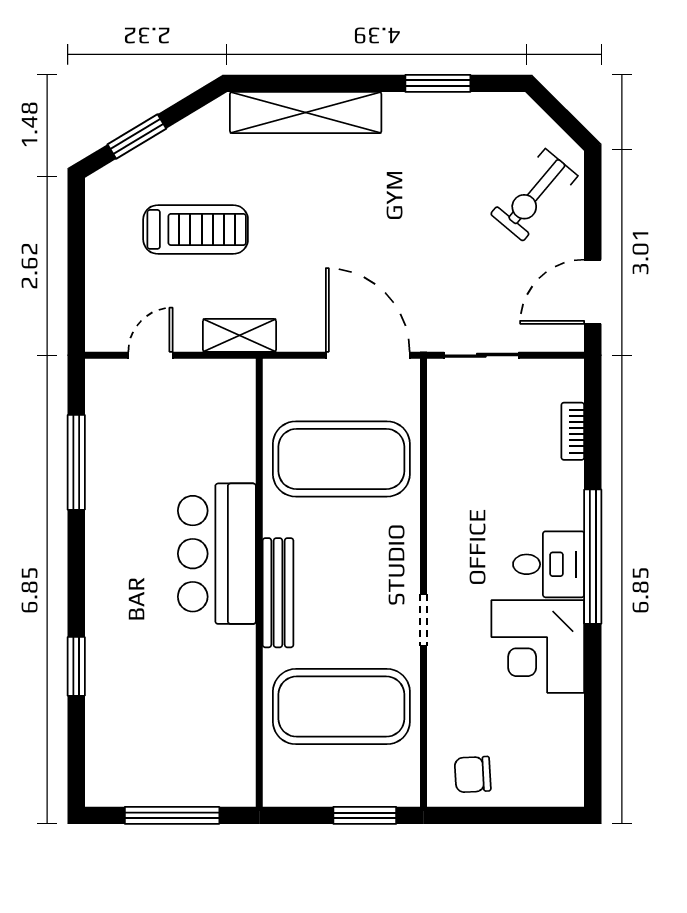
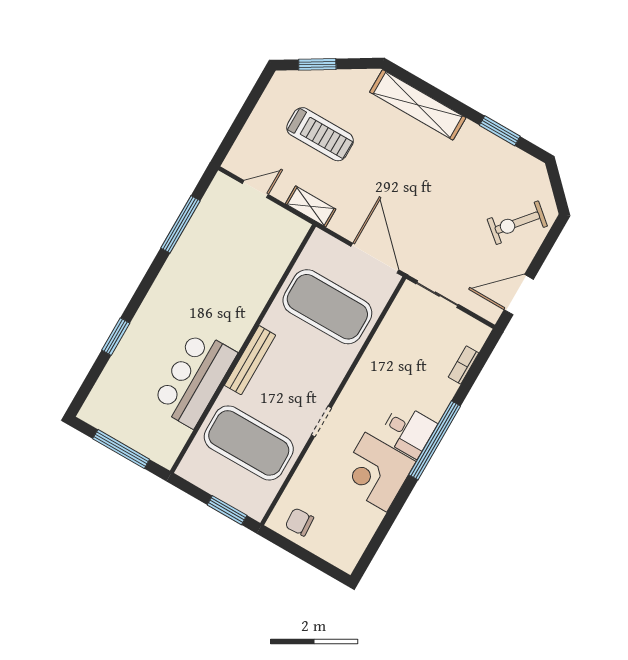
bar counter: (217, 554) -> (194, 379), moved

